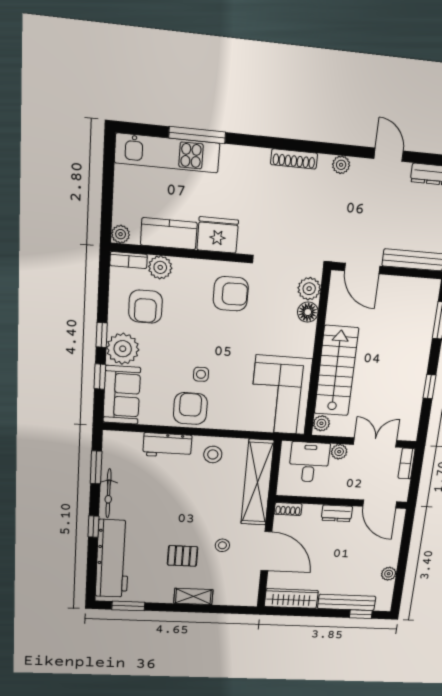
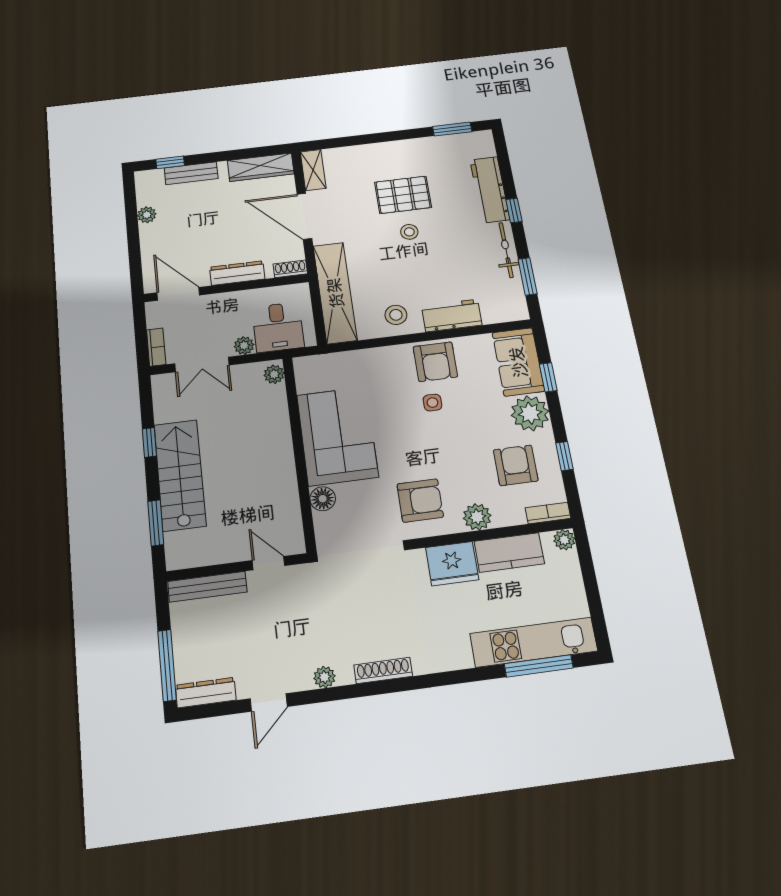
window: (197, 135) -> (539, 666), moved
door: (389, 155) -> (269, 703), hinge flipped
plant: (160, 267) -> (477, 517), moved
door: (362, 268) -> (268, 563), width x0.73
plant: (309, 289) -> (328, 526), removed
armchair: (231, 294) -> (420, 500), turned 180
window: (102, 335) -> (564, 456), moved
stairs: (336, 371) -> (180, 475), moved, turned 180
corner sofa: (280, 395) -> (337, 436), moved
dresser: (337, 513) -> (237, 273), width x1.44
stool: (222, 545) -> (409, 232), moved
pallet: (183, 556) -> (403, 195), width x1.50, depth x1.42
workbench: (113, 559) -> (490, 190), width x0.73, depth x0.76
shelving: (193, 596) -> (313, 170), moved, turned 90
bench: (347, 602) -> (191, 173), width x0.73

